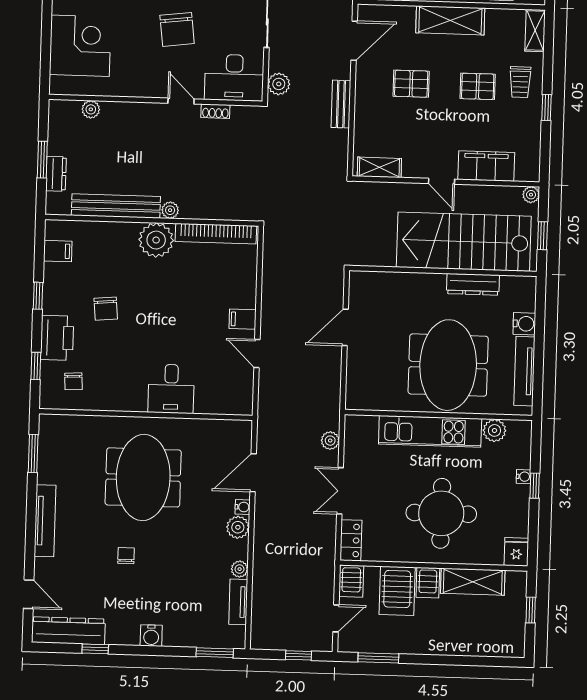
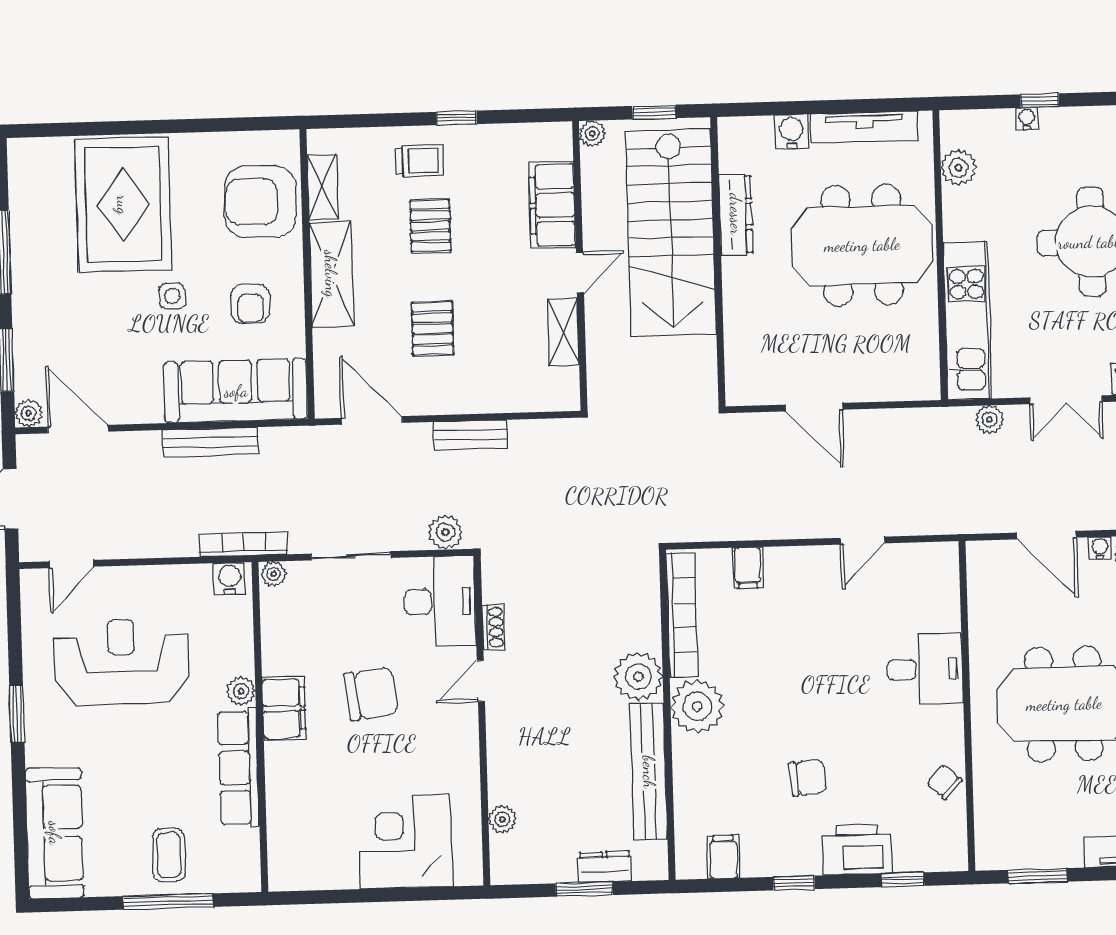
shelving: (535, 30) -> (322, 187), moved, turned 90
shelving: (379, 167) -> (563, 332), moved
plant: (170, 210) -> (638, 677), width x1.87, depth x1.87
filing cabinet: (243, 319) -> (748, 568), moved
chair: (73, 381) -> (944, 782), moved, turned -134
kitchen unit: (430, 431) -> (968, 320), moved

